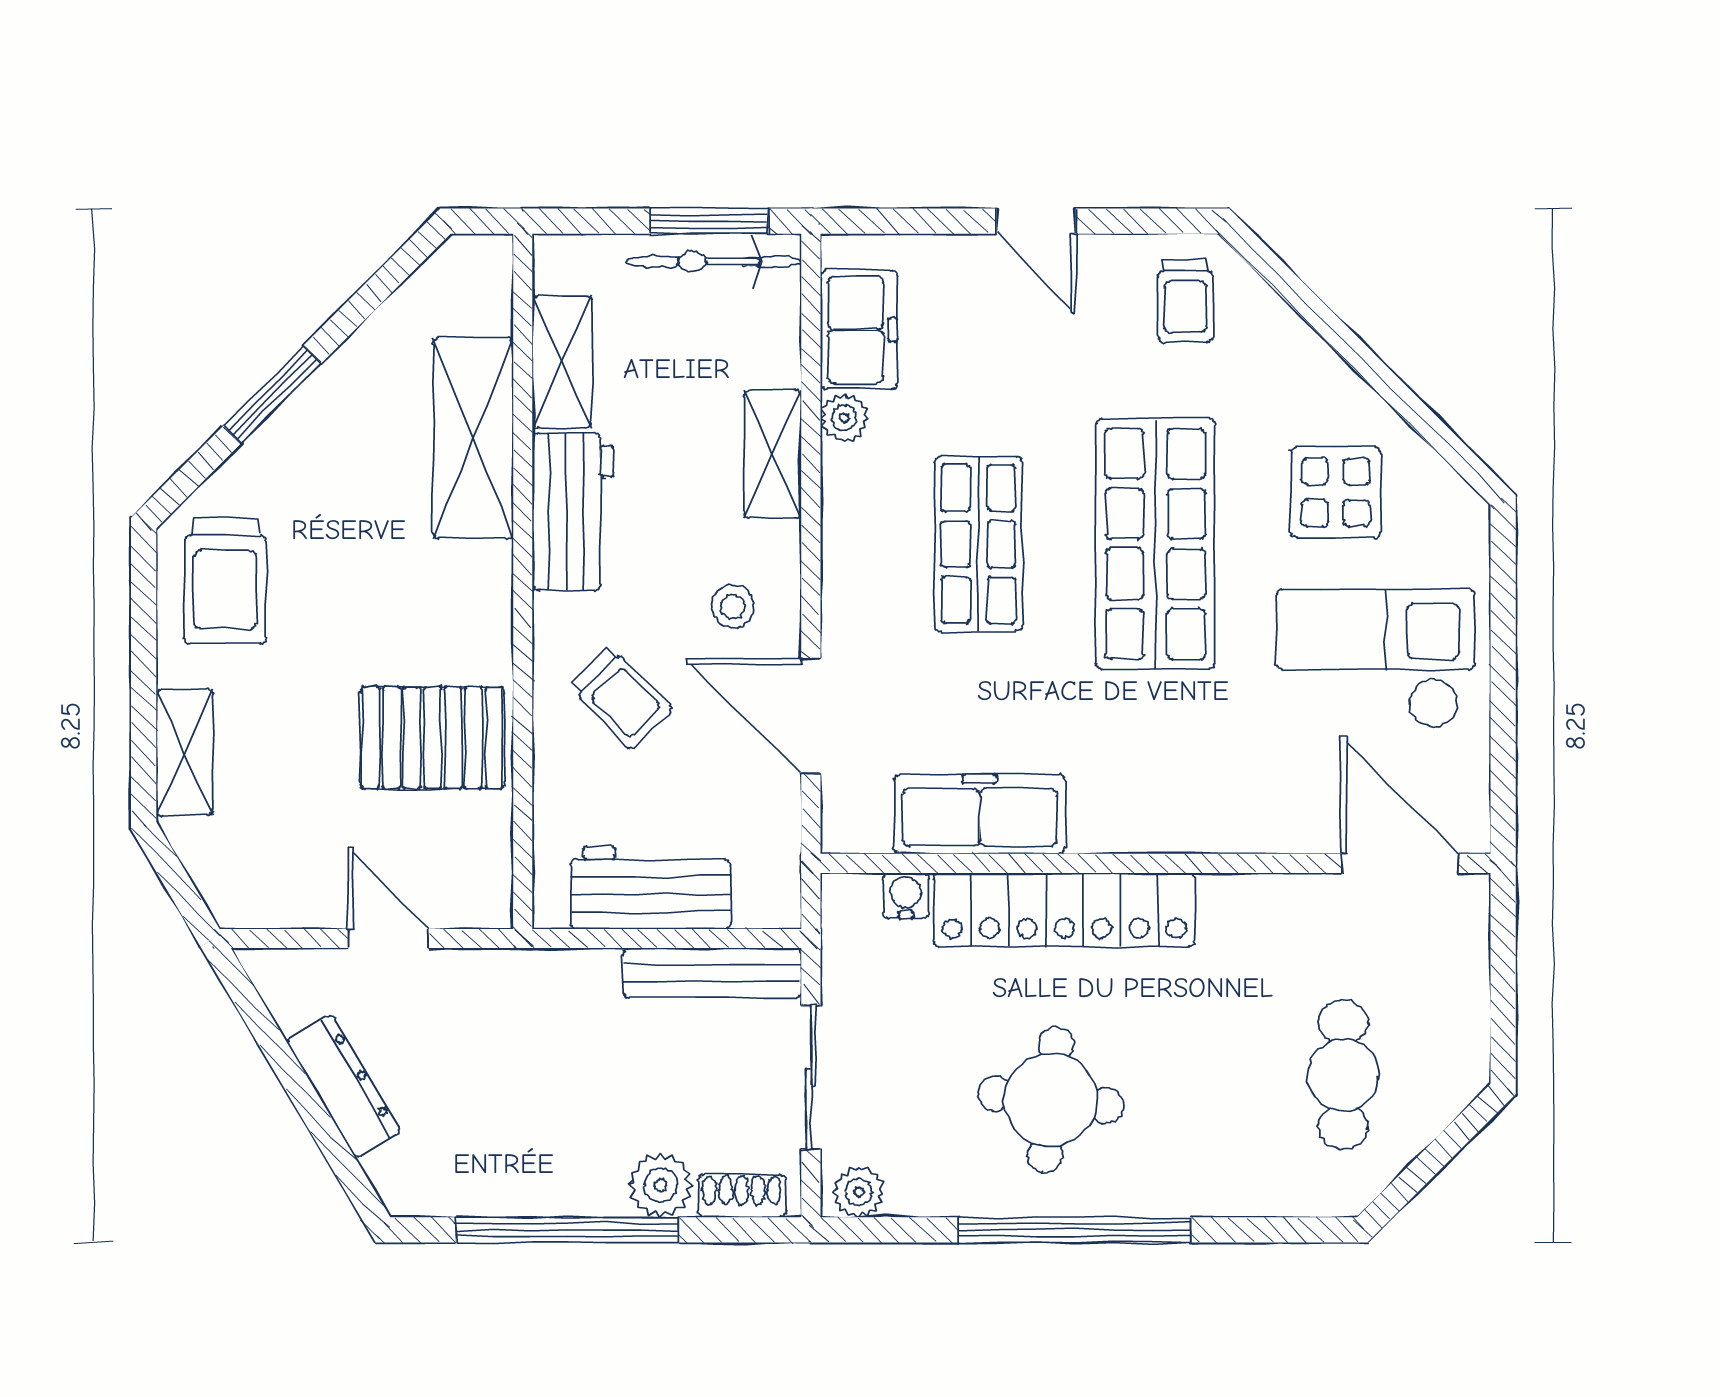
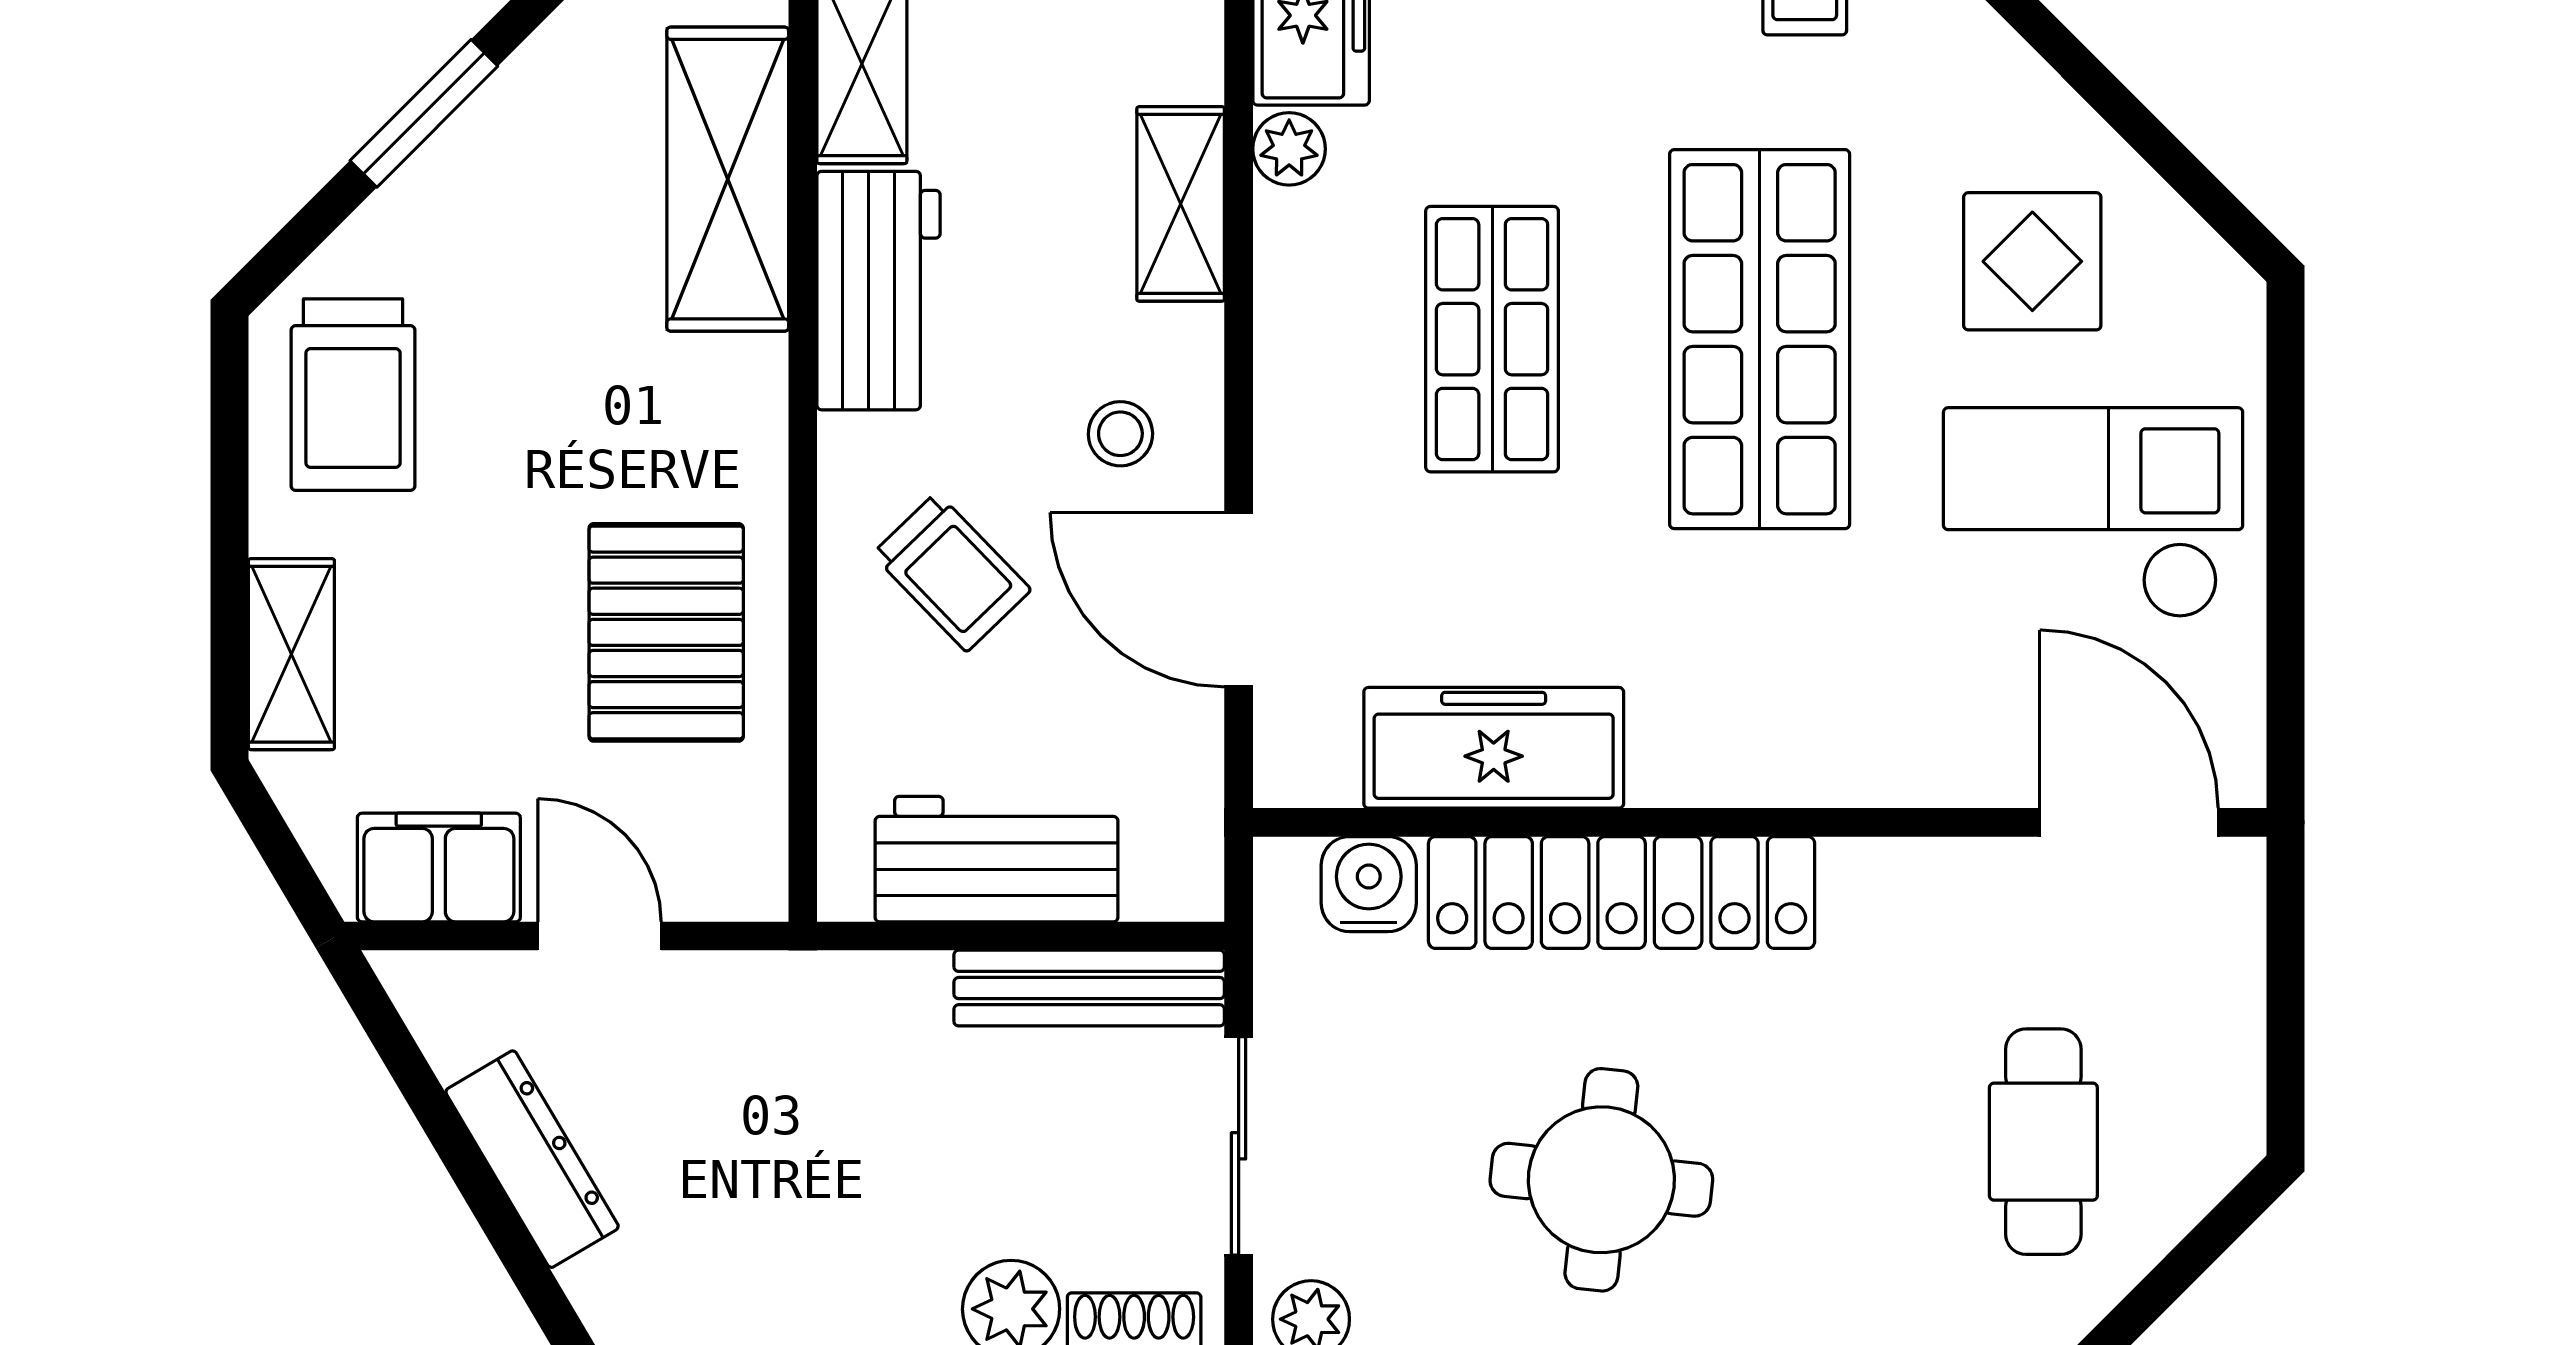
pallet: (432, 738) -> (666, 632), turned 90
filing cabinet: (282, 893) -> (439, 867), added
water cooler: (906, 896) -> (1369, 884), width x1.38, depth x1.38

